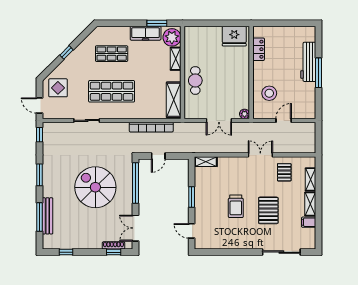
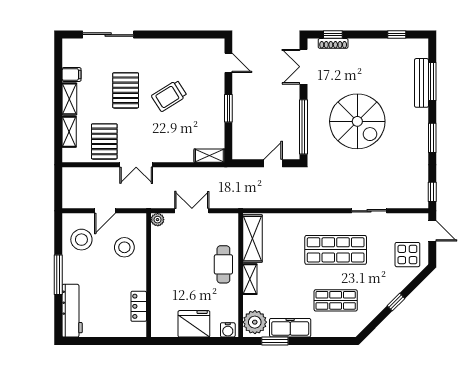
water cooler: (192, 32) -> (228, 330), added
fridge: (234, 36) -> (194, 324), moved
shelving: (176, 59) -> (250, 279), moved
workbench: (308, 62) -> (72, 311), moved
stool: (301, 99) -> (81, 240), added
bookcase: (151, 127) -> (282, 202), removed
pallet: (284, 172) -> (104, 141), width x1.50, depth x1.42
trolley: (236, 206) -> (169, 96), turned -122
double door: (136, 228) -> (303, 67), swing flipped

